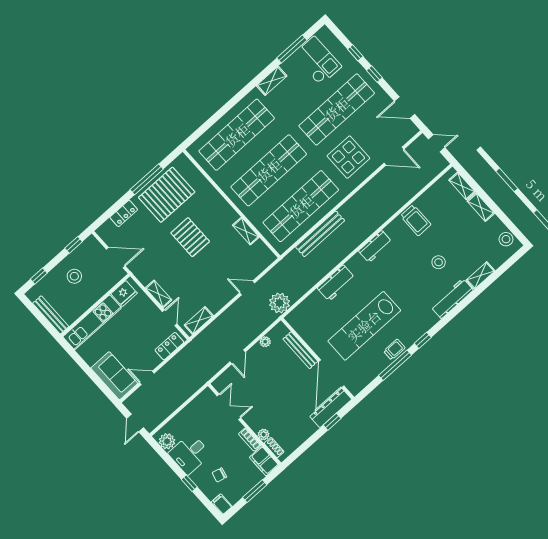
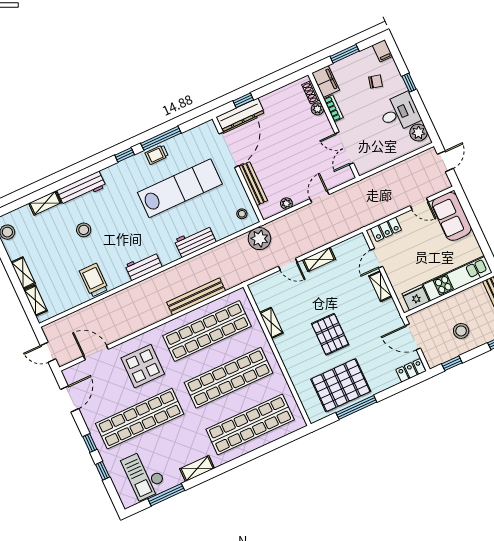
door: (405, 108) -> (70, 399), hinge flipped
locker: (124, 213) -> (411, 370), moved
stool: (302, 320) -> (242, 214), added
shelving: (199, 321) -> (319, 259), moved

